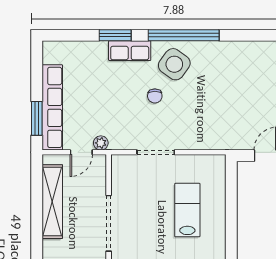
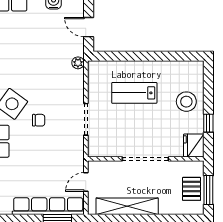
plant: (101, 143) -> (78, 63), moved
door: (81, 152) -> (86, 182), swing flipped

